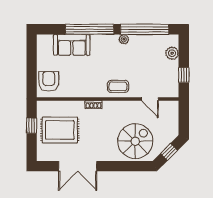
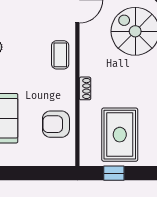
armchair: (49, 81) -> (56, 124), moved

